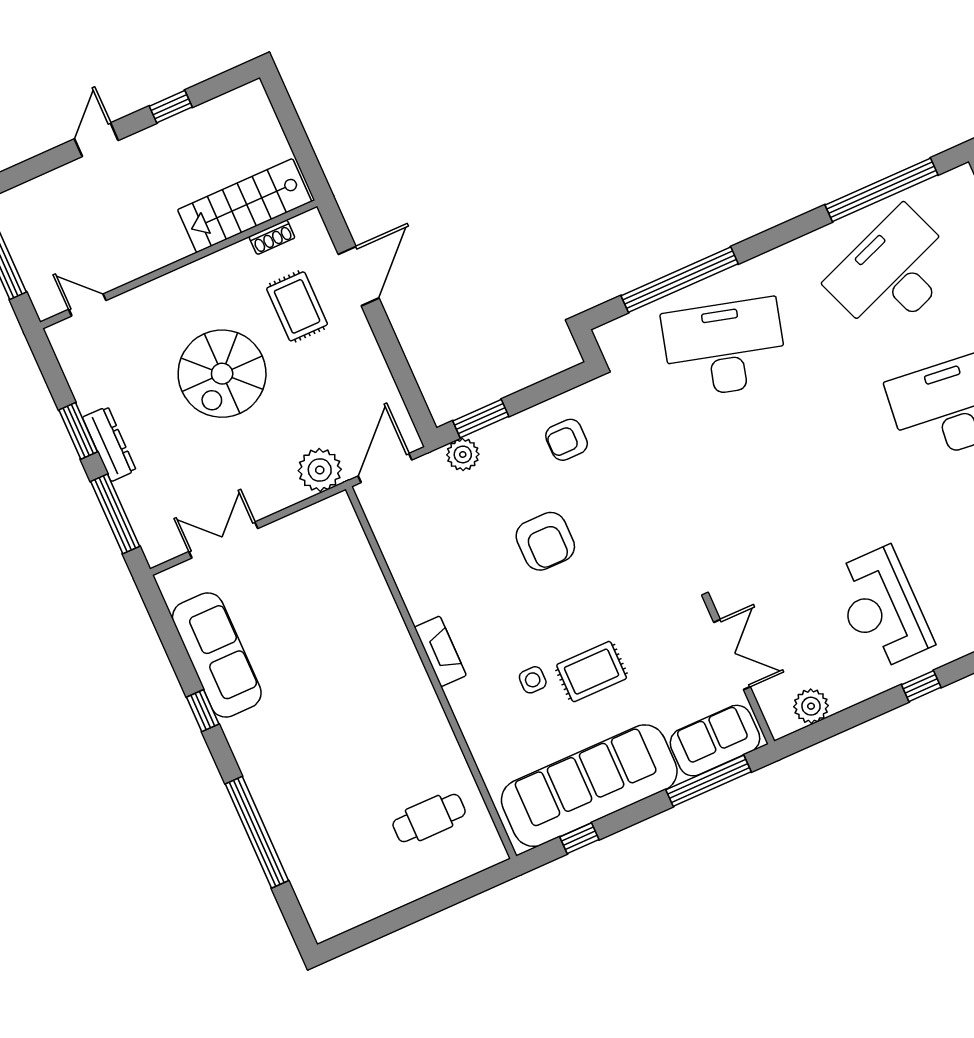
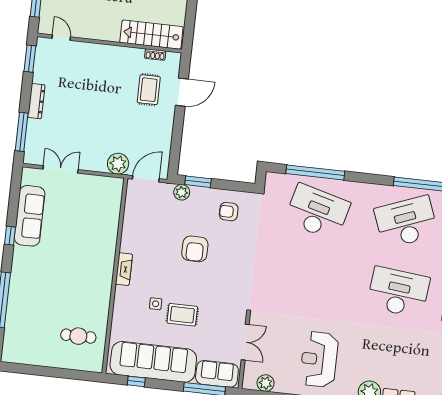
spiral stairs: (222, 374) -> (101, 99), removed
window: (78, 431) -> (30, 59), moved

